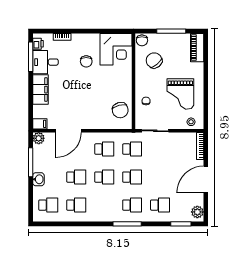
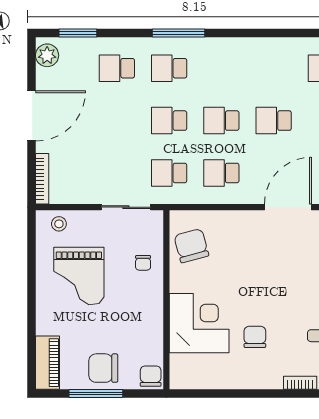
corner desk: (116, 49) -> (199, 323), moved, turned 90
chair: (154, 60) -> (103, 368), moved, turned 130
grand piano: (180, 94) -> (79, 276), turned 180
school desk: (76, 205) -> (274, 68), removed

